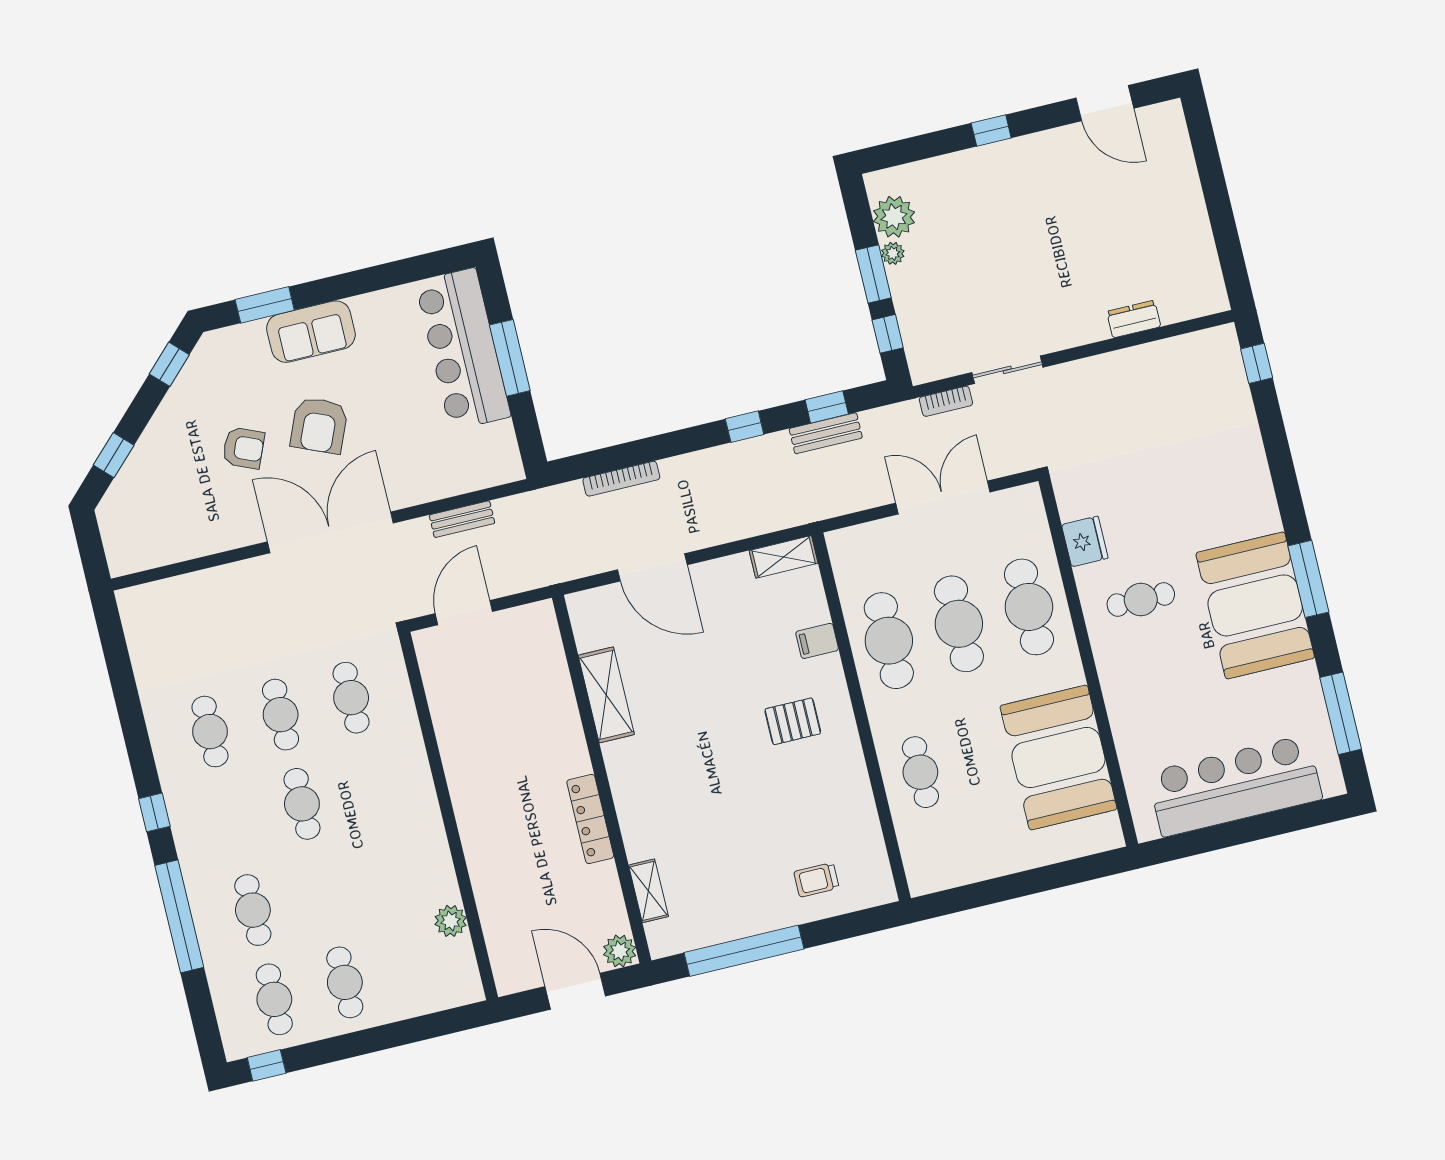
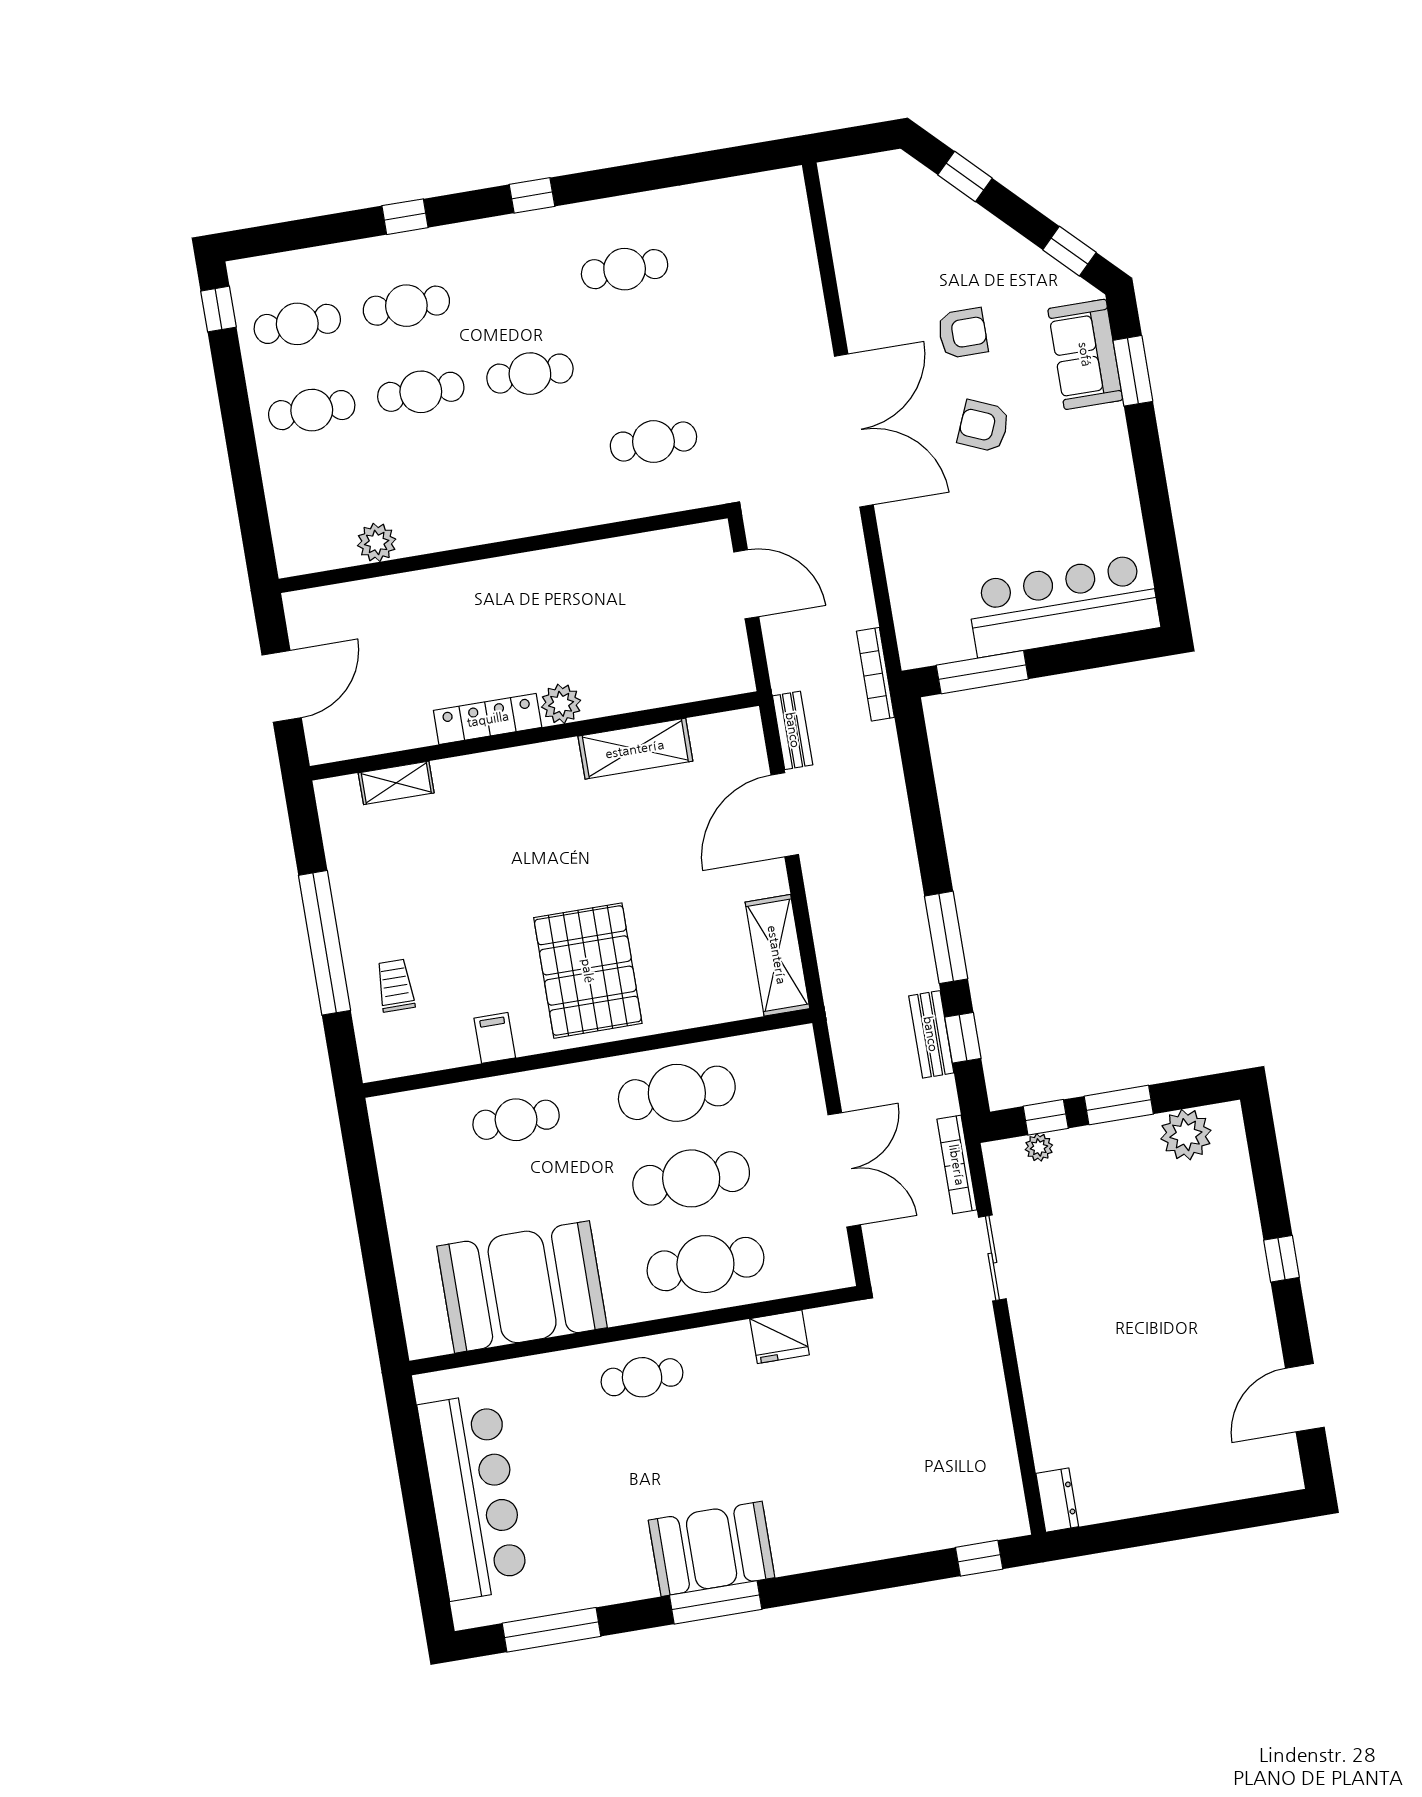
plant: (893, 253) -> (1039, 1147), moved
dresser: (1134, 319) -> (1057, 1500), moved
sofa: (311, 332) -> (1085, 354), moved
window: (510, 358) -> (982, 672), moved
bookcase: (946, 401) -> (957, 1165), width x1.56
armchair: (319, 425) -> (984, 426), width x0.72, depth x0.72
window: (745, 427) -> (946, 937), width x2.17
armchair: (243, 448) -> (963, 333), turned -113
bookcase: (621, 479) -> (875, 674), moved
bench: (462, 519) -> (793, 730), moved
shelving: (784, 557) -> (777, 955), width x1.50, depth x1.33
cafe table: (1141, 600) -> (642, 1377), moved, turned 90
booth: (1255, 605) -> (712, 1549), width x0.73, depth x0.70
filing cabinet: (817, 641) -> (495, 1038), moved
cafe table: (281, 715) -> (421, 392), moved
pallet: (793, 721) -> (588, 971), width x2.05, depth x2.00
window: (179, 916) -> (405, 217), width x0.32
plant: (620, 951) -> (561, 704), moved
window: (744, 951) -> (325, 943), moved

